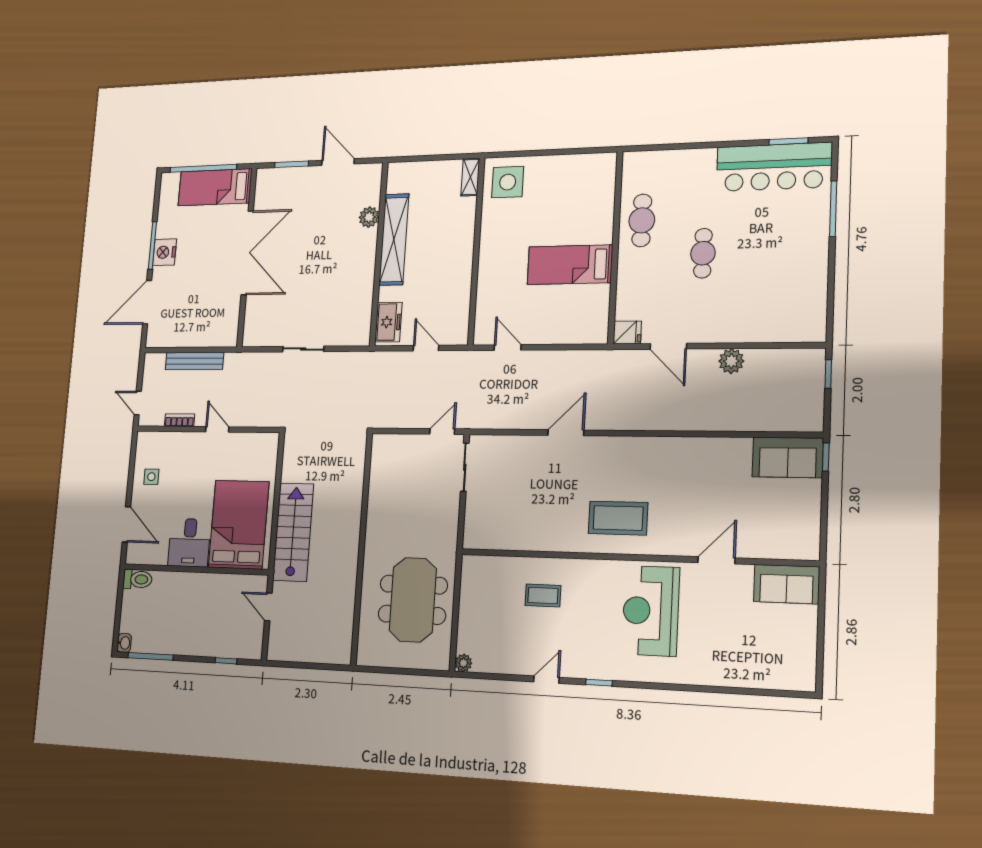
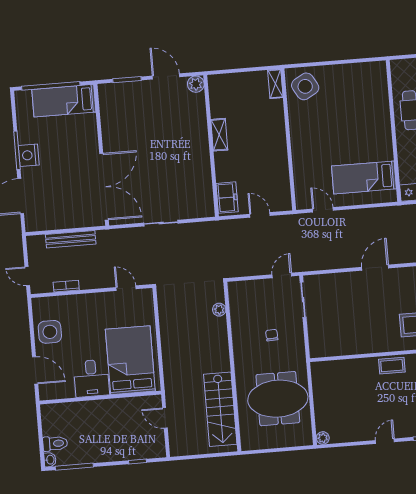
side table: (508, 182) -> (305, 86), turned -30
plant: (369, 217) -> (196, 84), moved
shelving: (394, 240) -> (219, 135), width x0.45, depth x0.75
double door: (247, 253) -> (104, 187), moved
bed: (570, 265) -> (364, 177), moved
door: (217, 429) -> (126, 288), moved
plant: (357, 470) -> (219, 310), added
side table: (151, 477) -> (50, 332), width x1.87, depth x1.87
chair: (418, 511) -> (272, 335), added
stairs: (293, 532) -> (220, 409), moved, turned 180
toilet: (137, 579) -> (55, 443), moved
coffee table: (543, 595) -> (392, 366), moved
meeting table: (413, 600) -> (278, 399), turned 90

